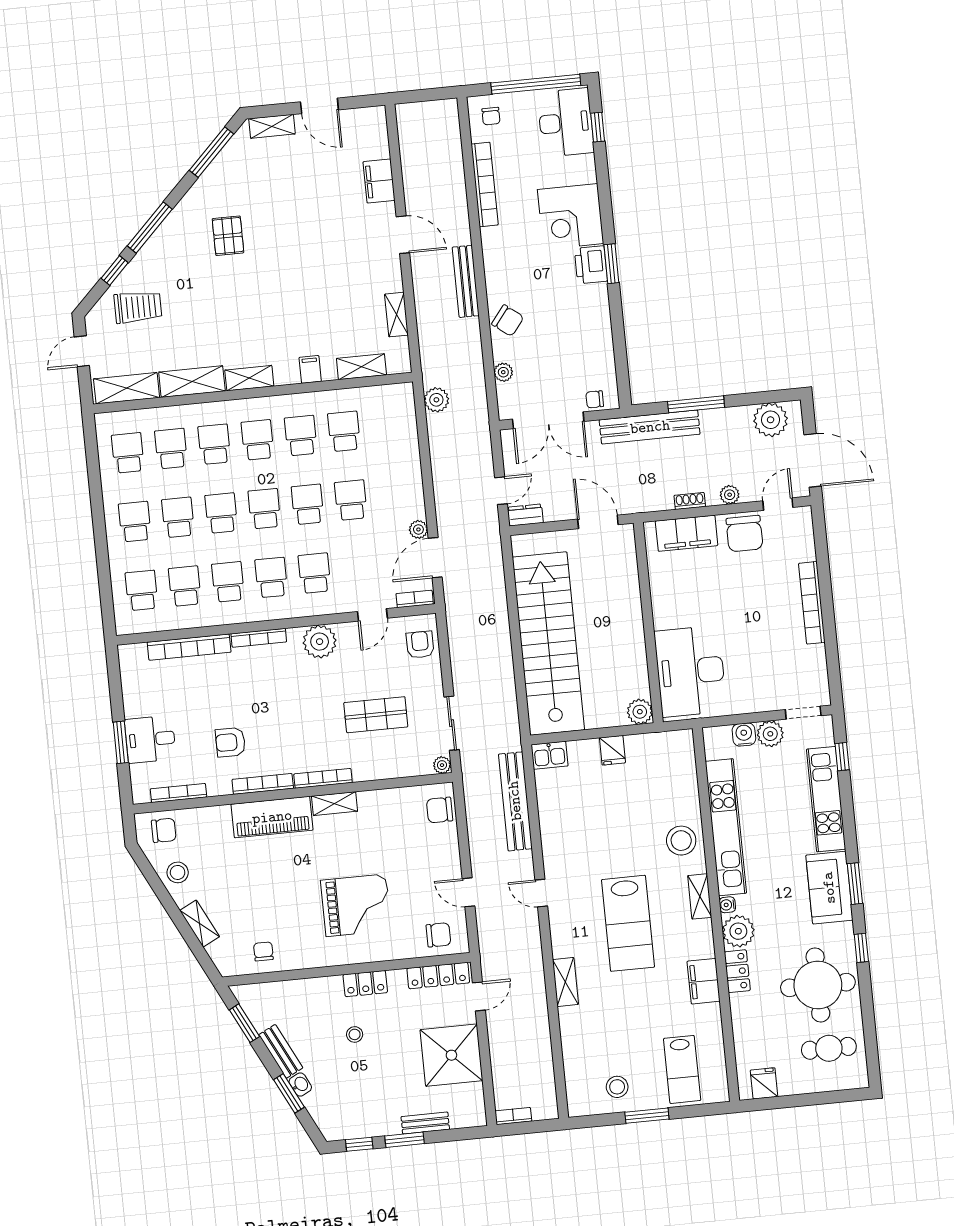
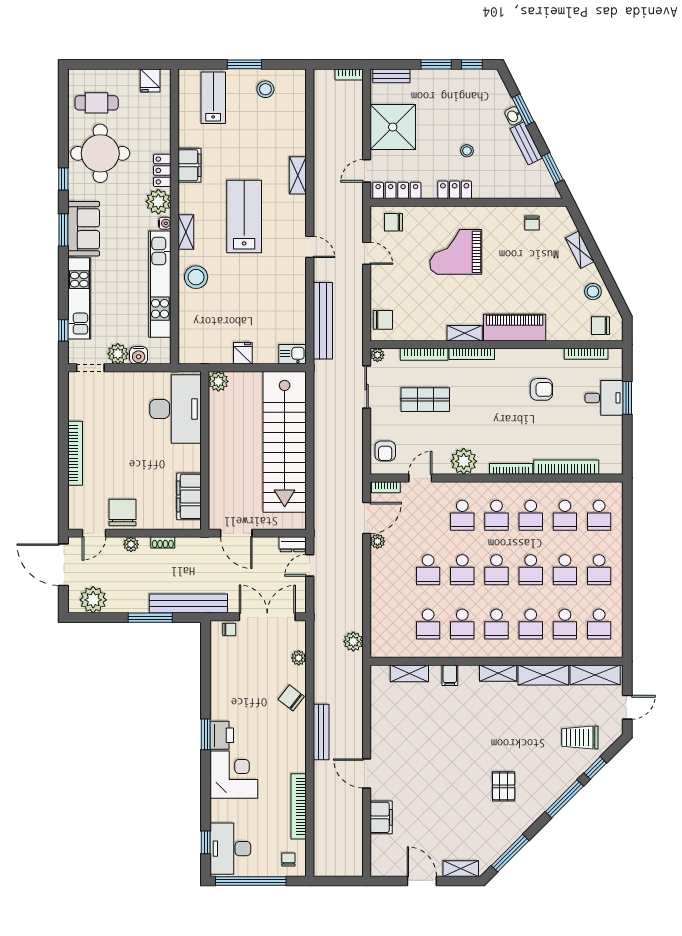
shelving: (396, 315) -> (378, 711), removed
filing cabinet: (687, 533) -> (189, 496), moved, turned -90
bookcase: (263, 784) -> (424, 354), moved
bench: (425, 1123) -> (391, 76), moved

